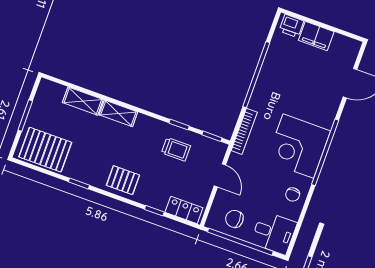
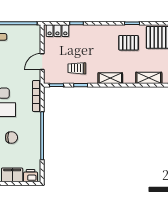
shelving: (118, 113) -> (110, 78), moved
door: (220, 175) -> (42, 62), hinge flipped
pallet: (123, 180) -> (129, 43), moved
chair: (234, 219) -> (11, 137), moved

